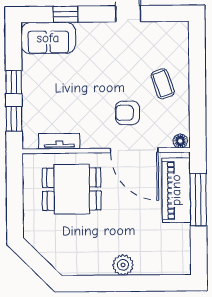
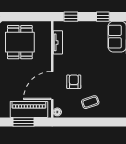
window: (14, 82) -> (103, 17), moved
dining table: (72, 189) -> (20, 42), moved
window: (198, 200) -> (24, 122), width x0.69

